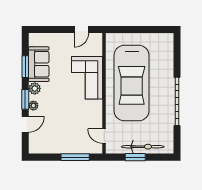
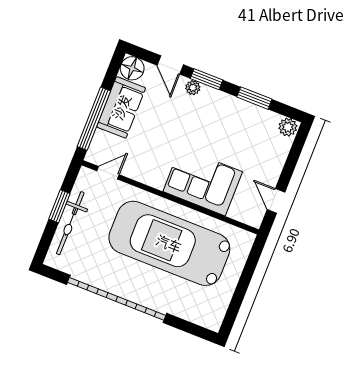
sofa: (39, 64) -> (121, 107), moved, turned -90
plant: (35, 88) -> (288, 127), moved
garage door: (177, 101) -> (117, 299), width x1.36
floor lamp: (36, 146) -> (132, 68), added
window: (75, 157) -> (94, 119), width x1.46

